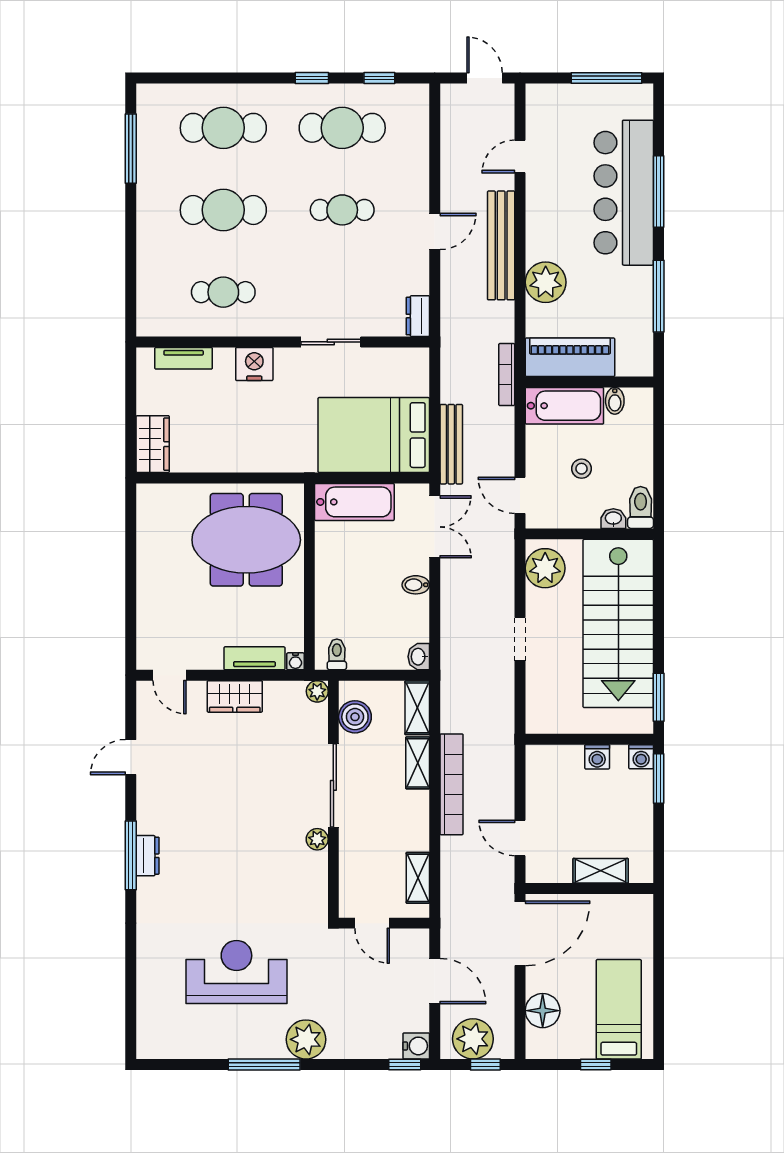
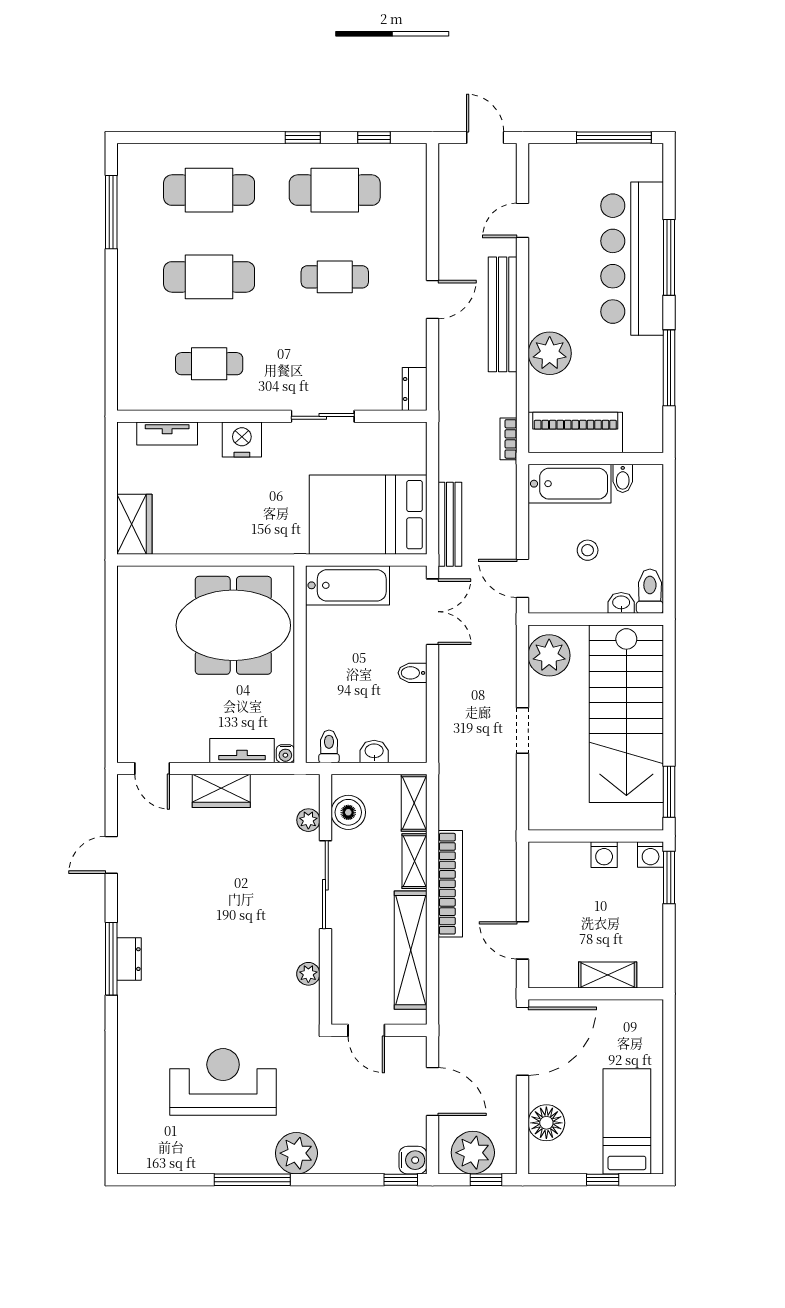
bookcase: (507, 375) -> (509, 439), width x0.64
washbasin: (419, 657) -> (374, 752), moved, turned 90
plant: (317, 691) -> (308, 820), moved
plant: (317, 839) -> (308, 974), moved
shelving: (418, 878) -> (411, 950), width x2.20, depth x1.33

